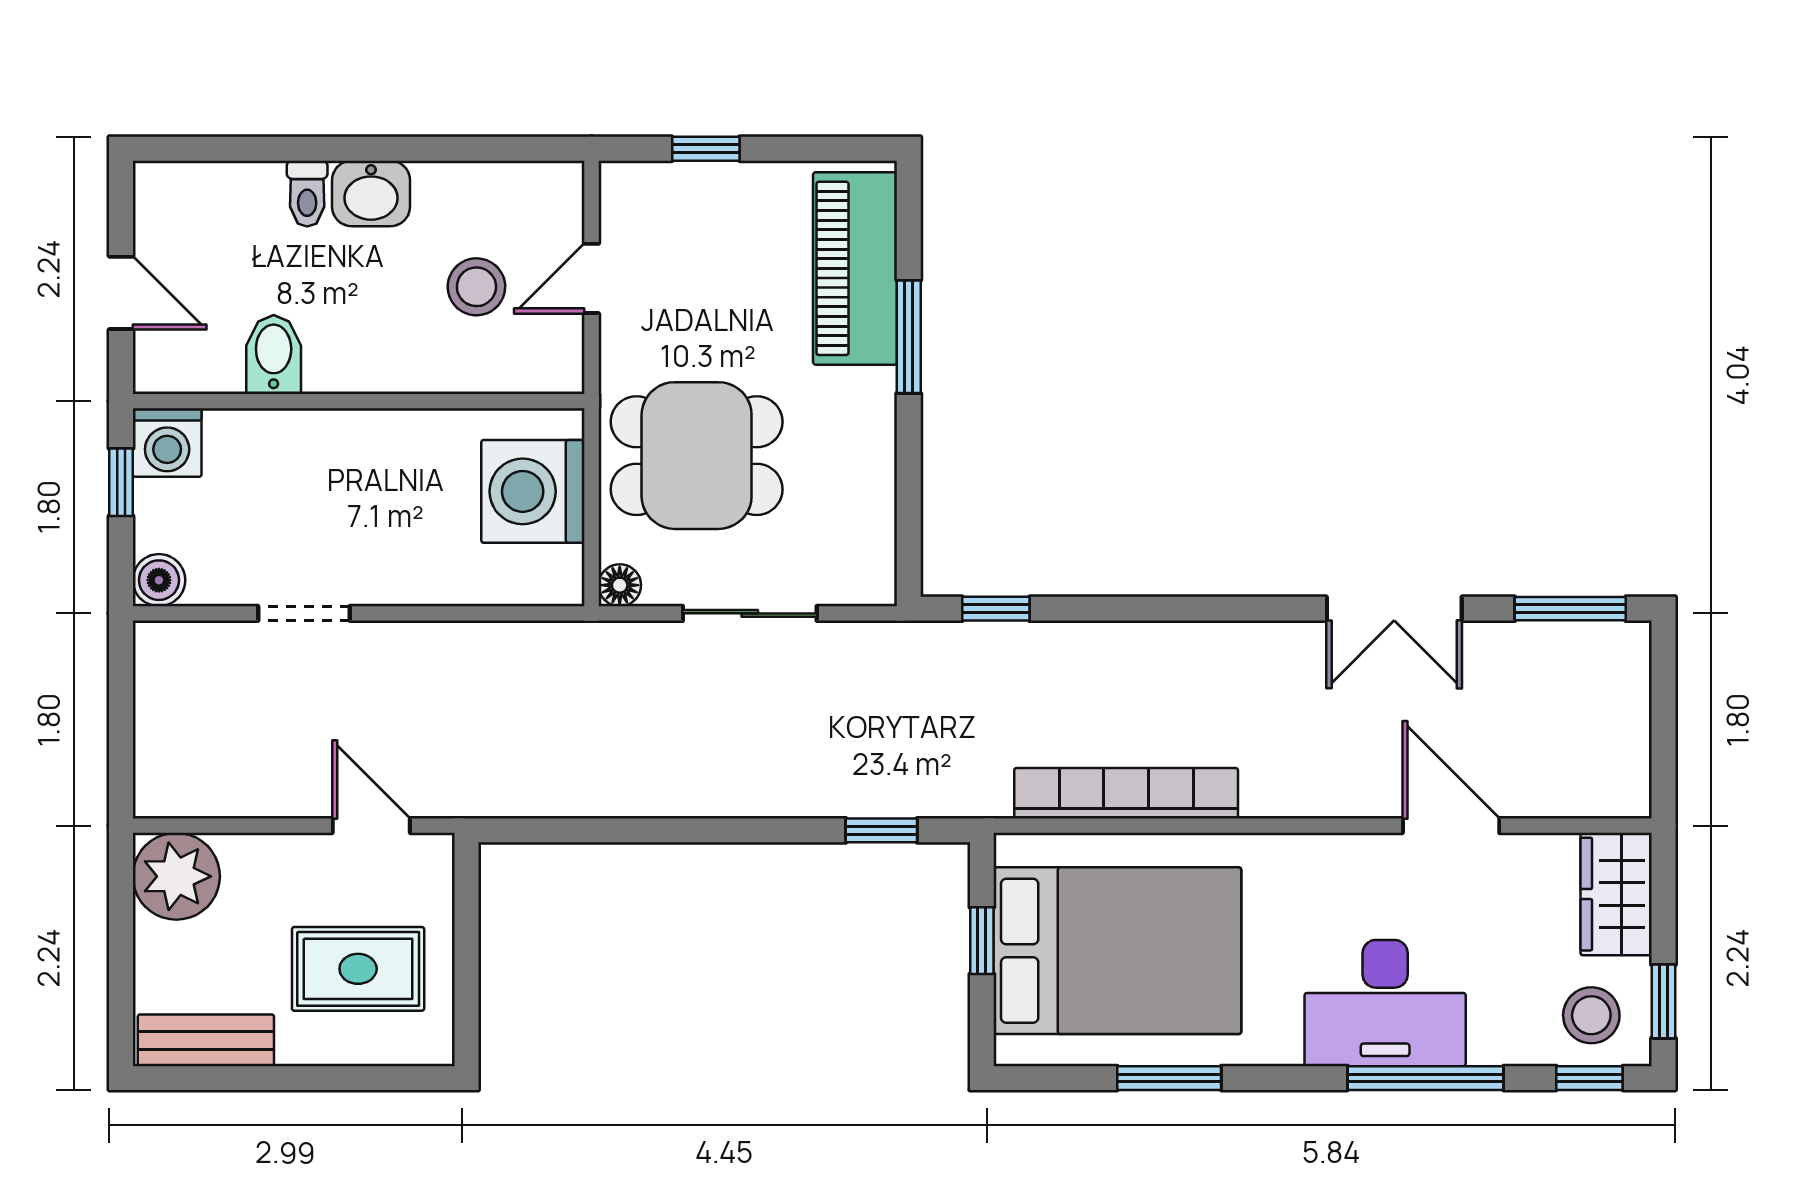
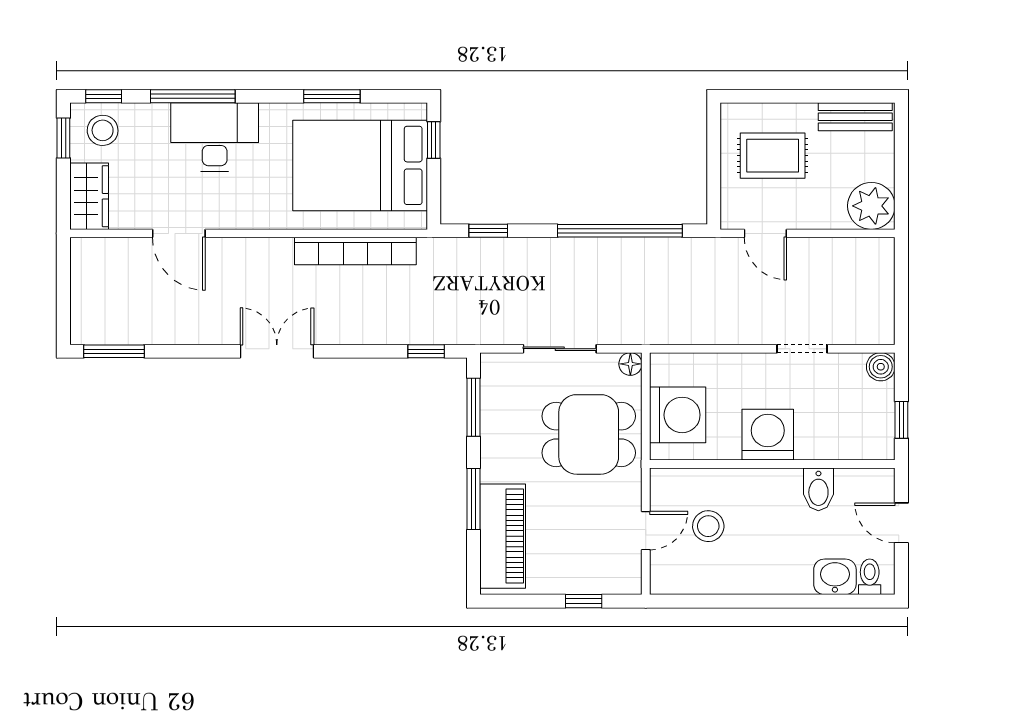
washbasin: (371, 193) -> (835, 577), moved
toilet: (307, 194) -> (870, 577), moved
washing machine: (167, 443) -> (768, 435), moved, width x1.37, depth x1.37
window: (909, 506) -> (473, 407), added
double door: (1394, 609) -> (277, 351), moved
window: (639, 830) -> (620, 231), added
window: (982, 941) -> (434, 140), moved

